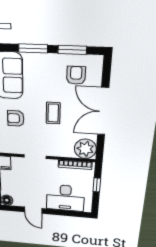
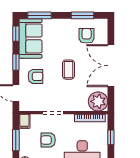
window: (33, 48) -> (39, 15), moved
armchair: (16, 118) -> (36, 76), turned 180
armchair: (30, 182) -> (48, 140), added

